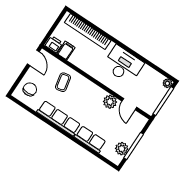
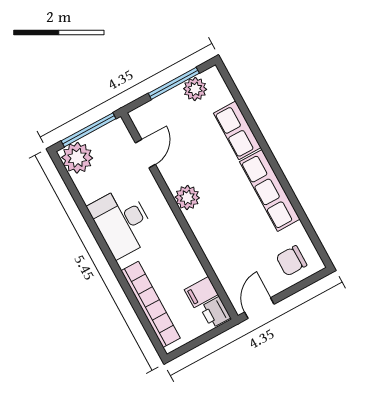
coffee table: (63, 82) -> (233, 244), removed
plant: (167, 83) -> (77, 158), width x1.87, depth x1.87
plant: (110, 102) -> (187, 198), moved

